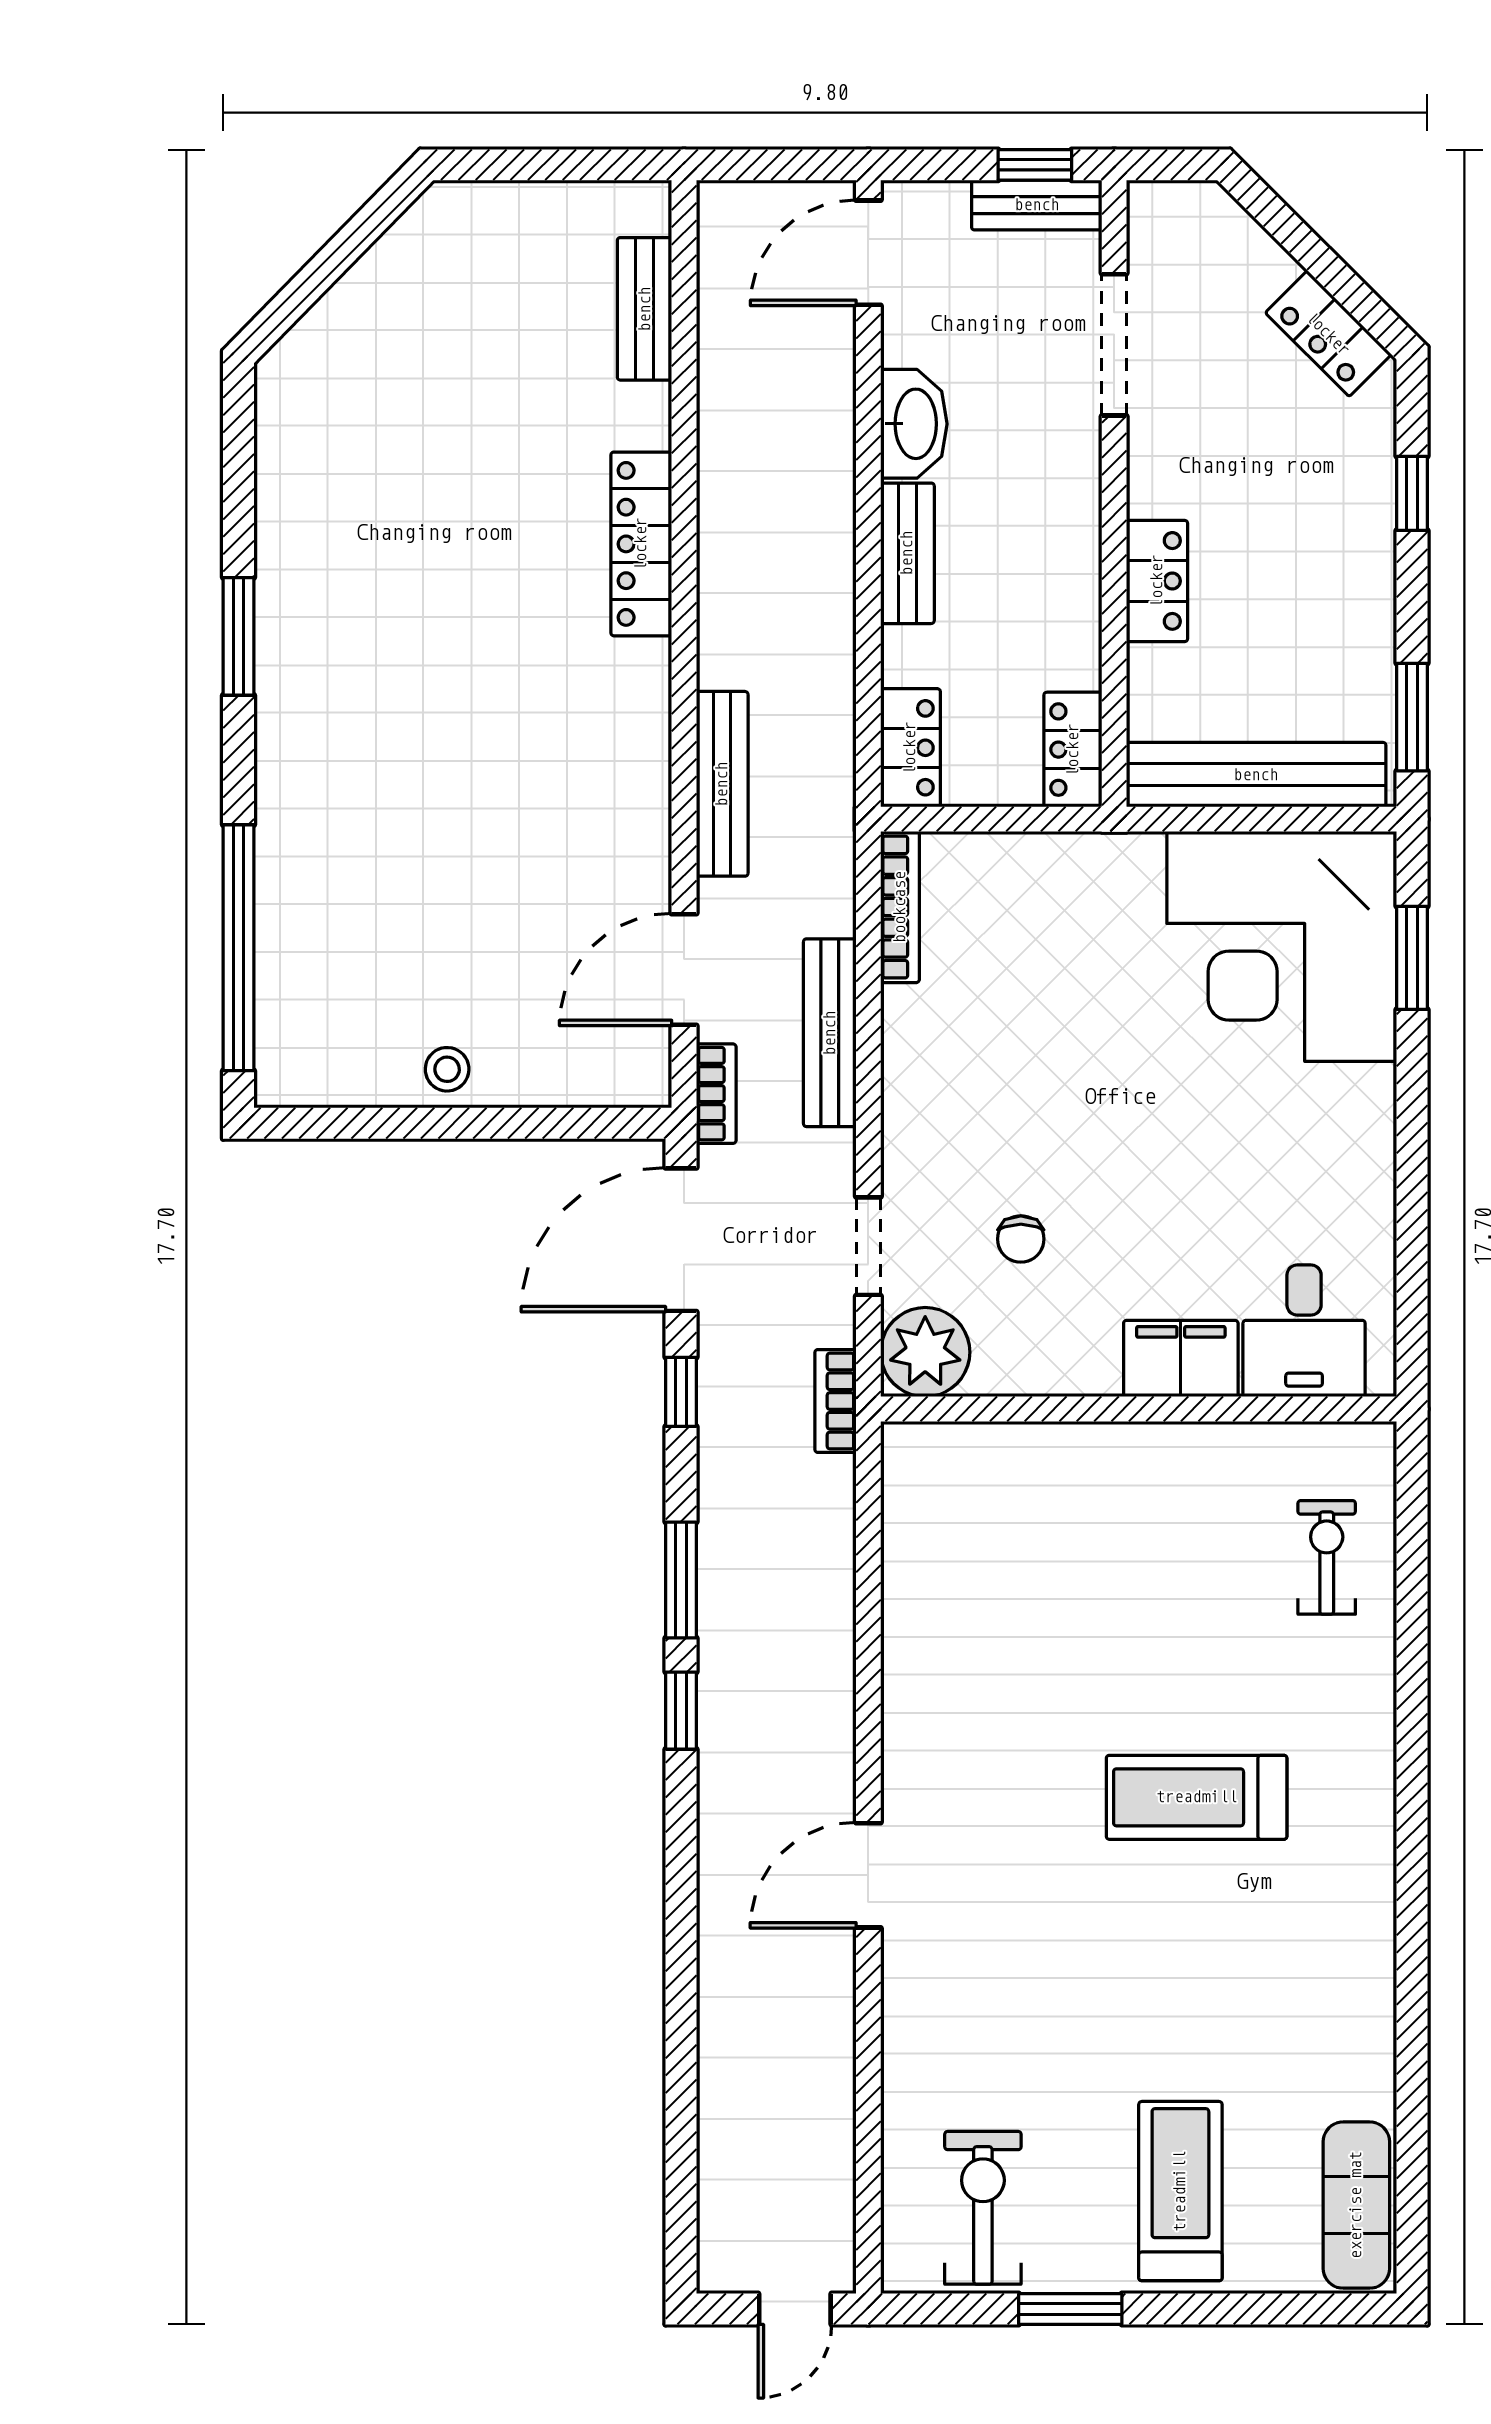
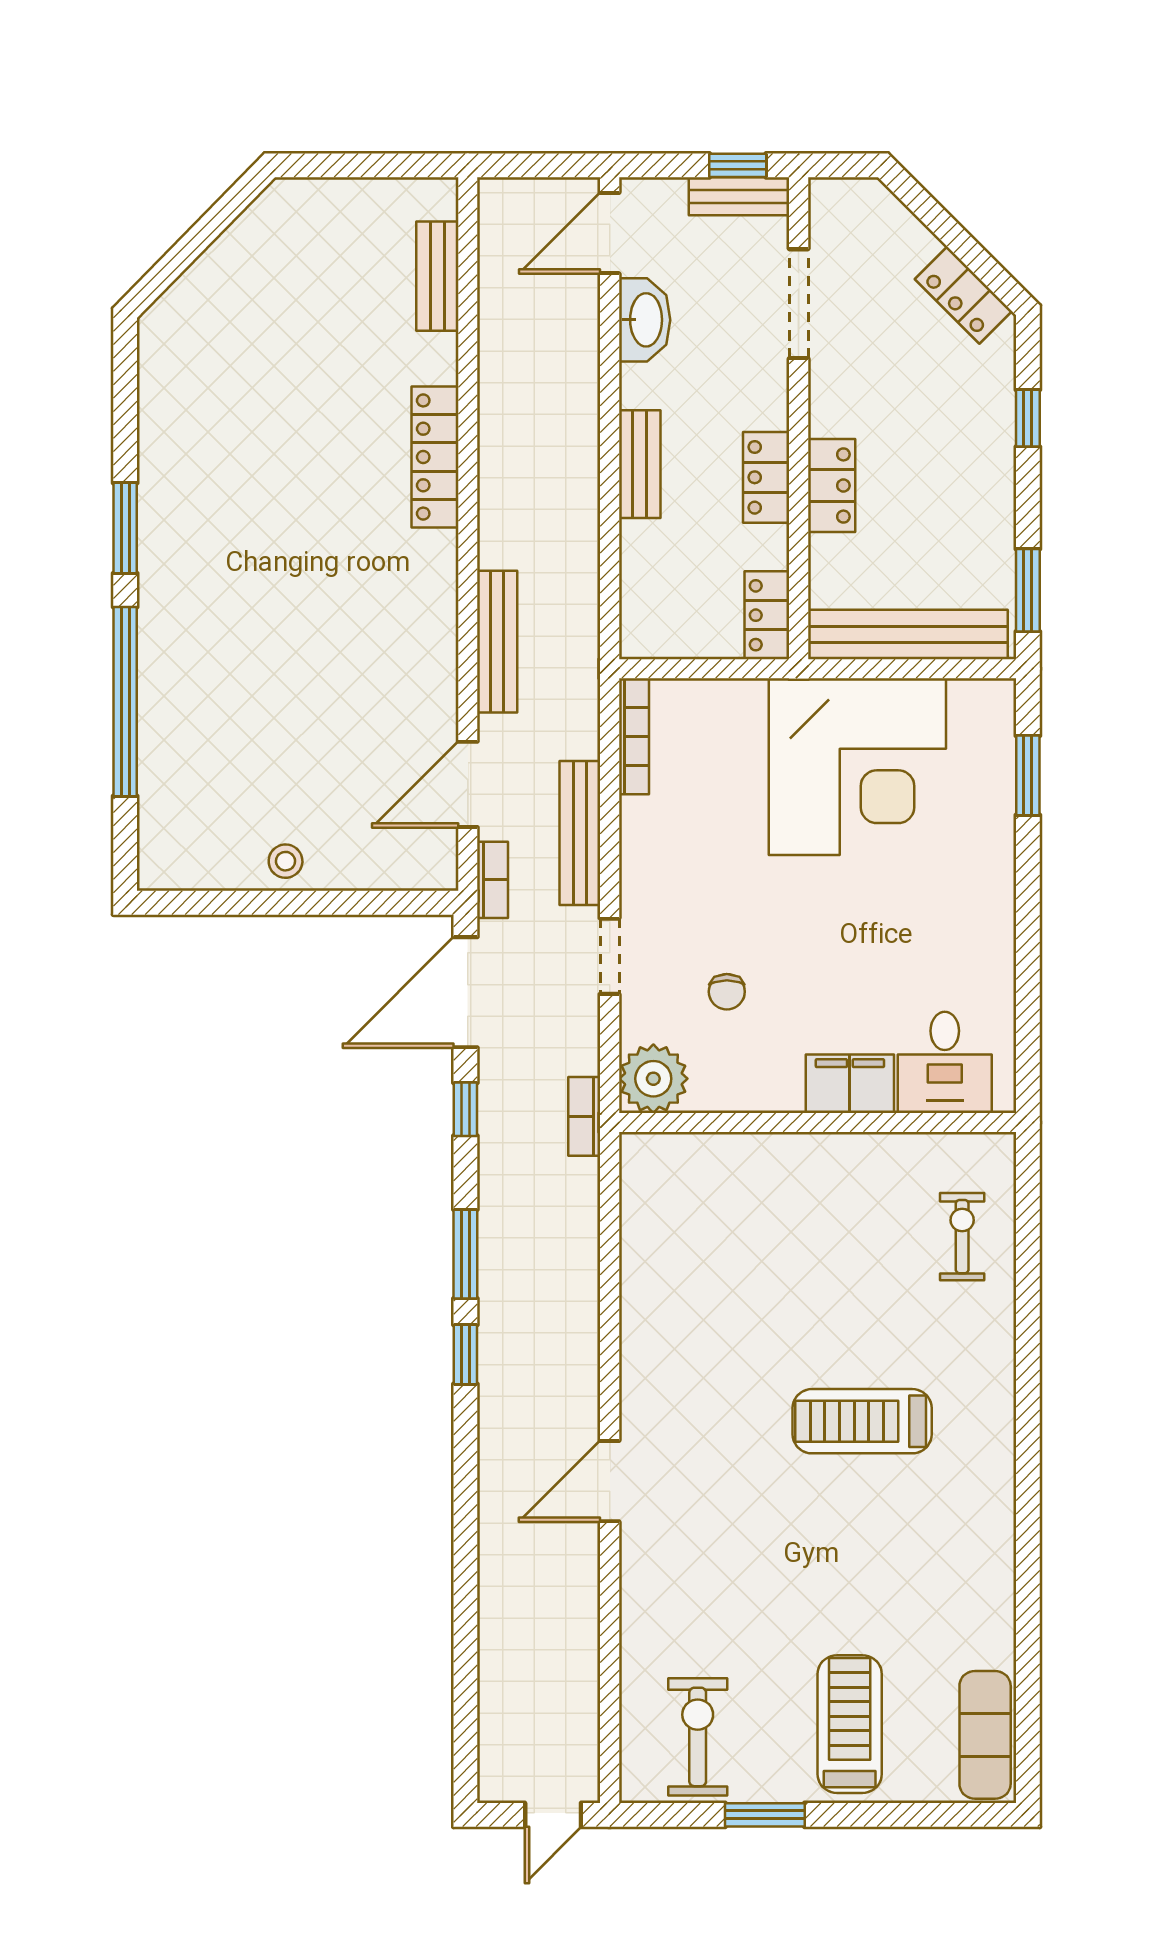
washbasin: (914, 424) -> (645, 320), moved
locker: (910, 748) -> (766, 477), moved, turned 180
corner desk: (1282, 946) -> (857, 767), moved, turned -90
window: (239, 948) -> (125, 702), moved
doorway: (868, 1246) -> (610, 956), moved

